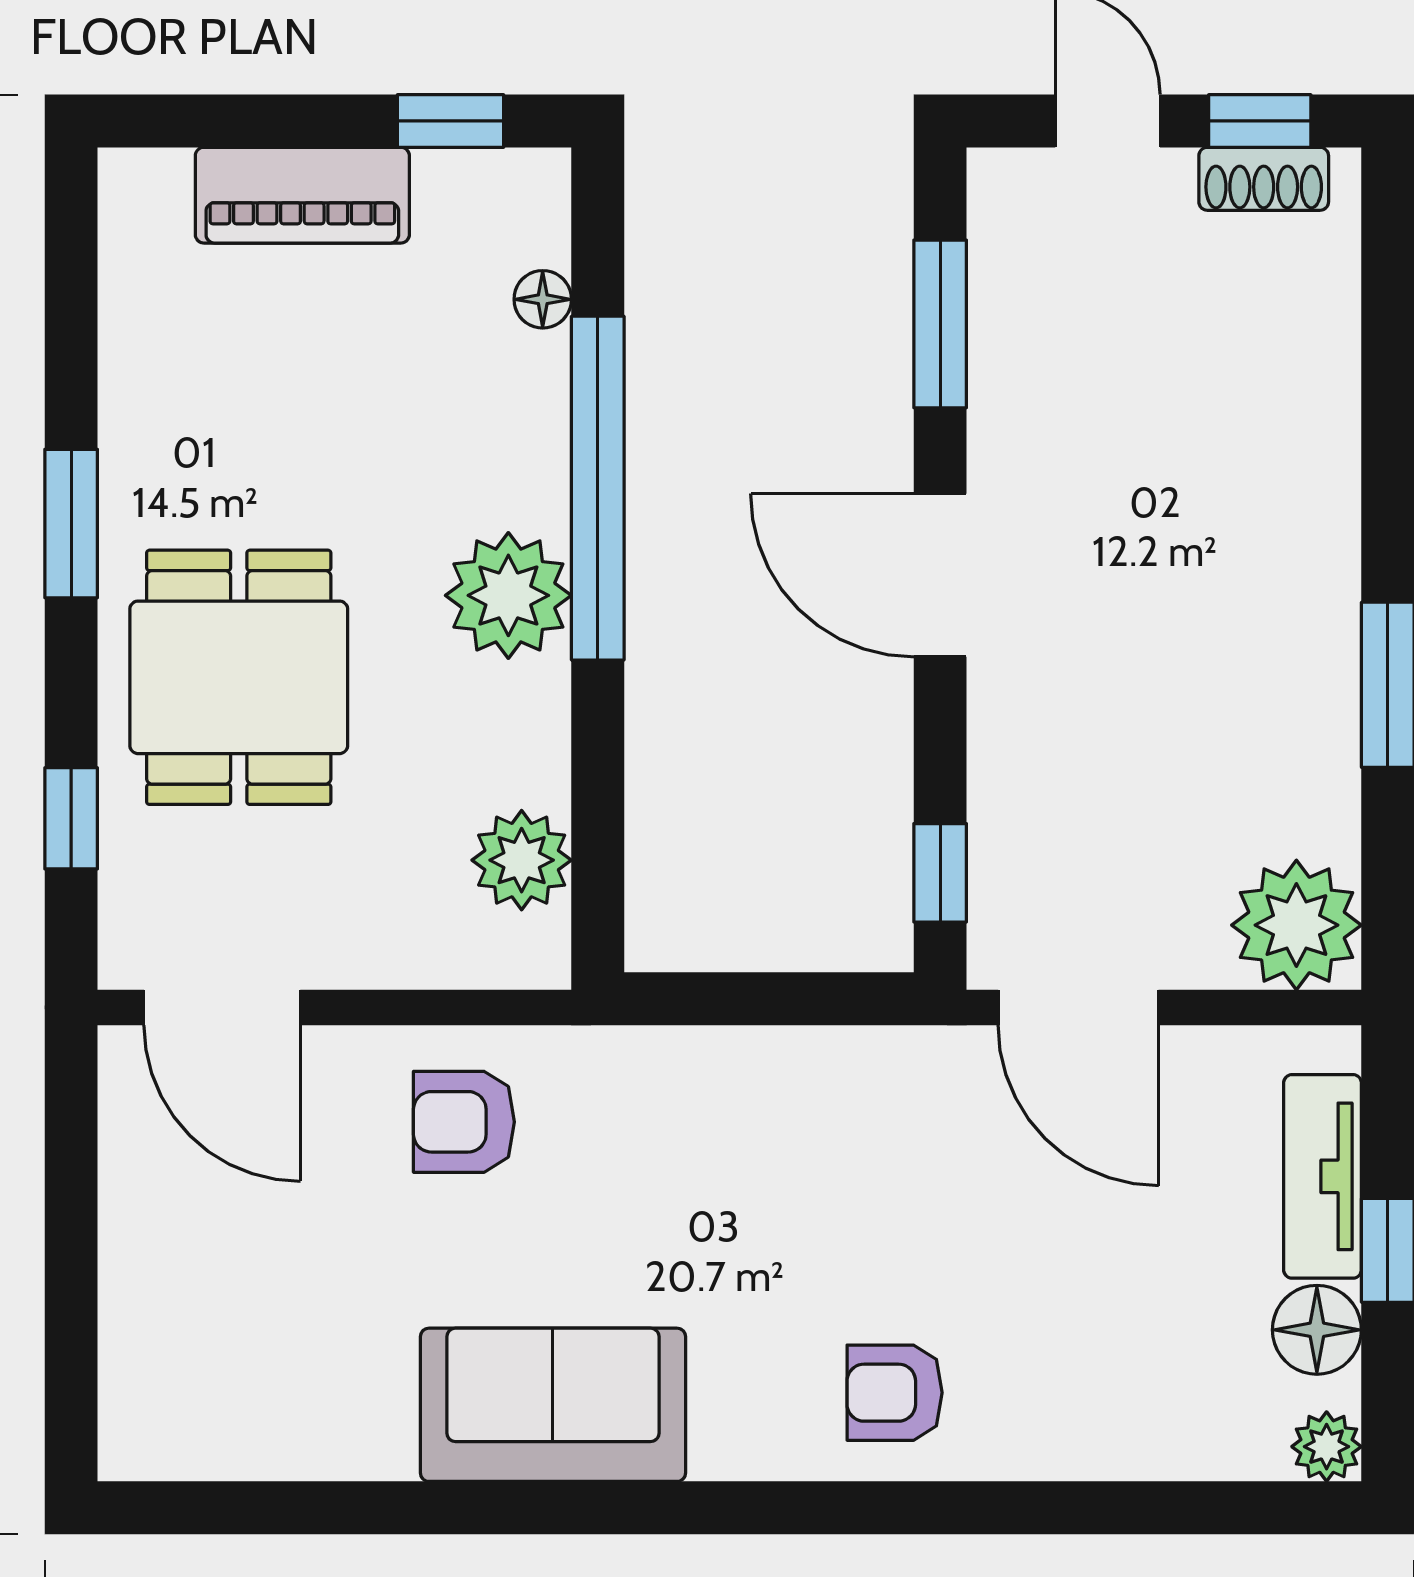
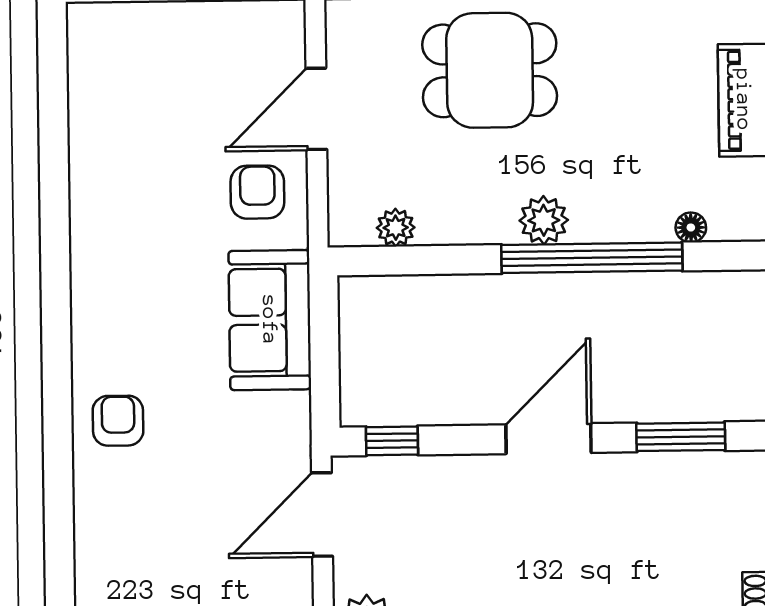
plant: (508, 595) -> (544, 220), width x0.73, depth x0.73
plant: (522, 860) -> (396, 228), width x0.73, depth x0.73
door: (222, 1007) -> (316, 109), moved
sofa: (553, 1405) -> (270, 320), moved, turned 180

